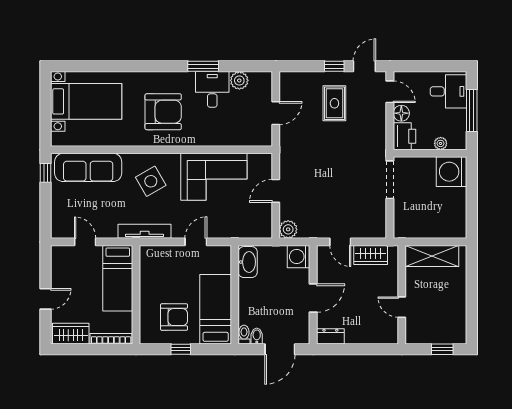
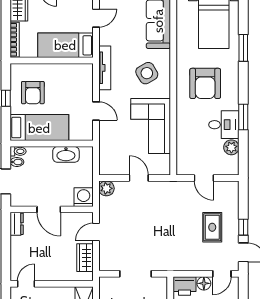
window: (121, 66) -> (243, 48), added
rug: (334, 103) -> (212, 227), turned 90
doorway: (390, 180) -> (135, 274), moved
washbasin: (248, 262) -> (66, 154), moved
door: (402, 307) -> (26, 284), moved

